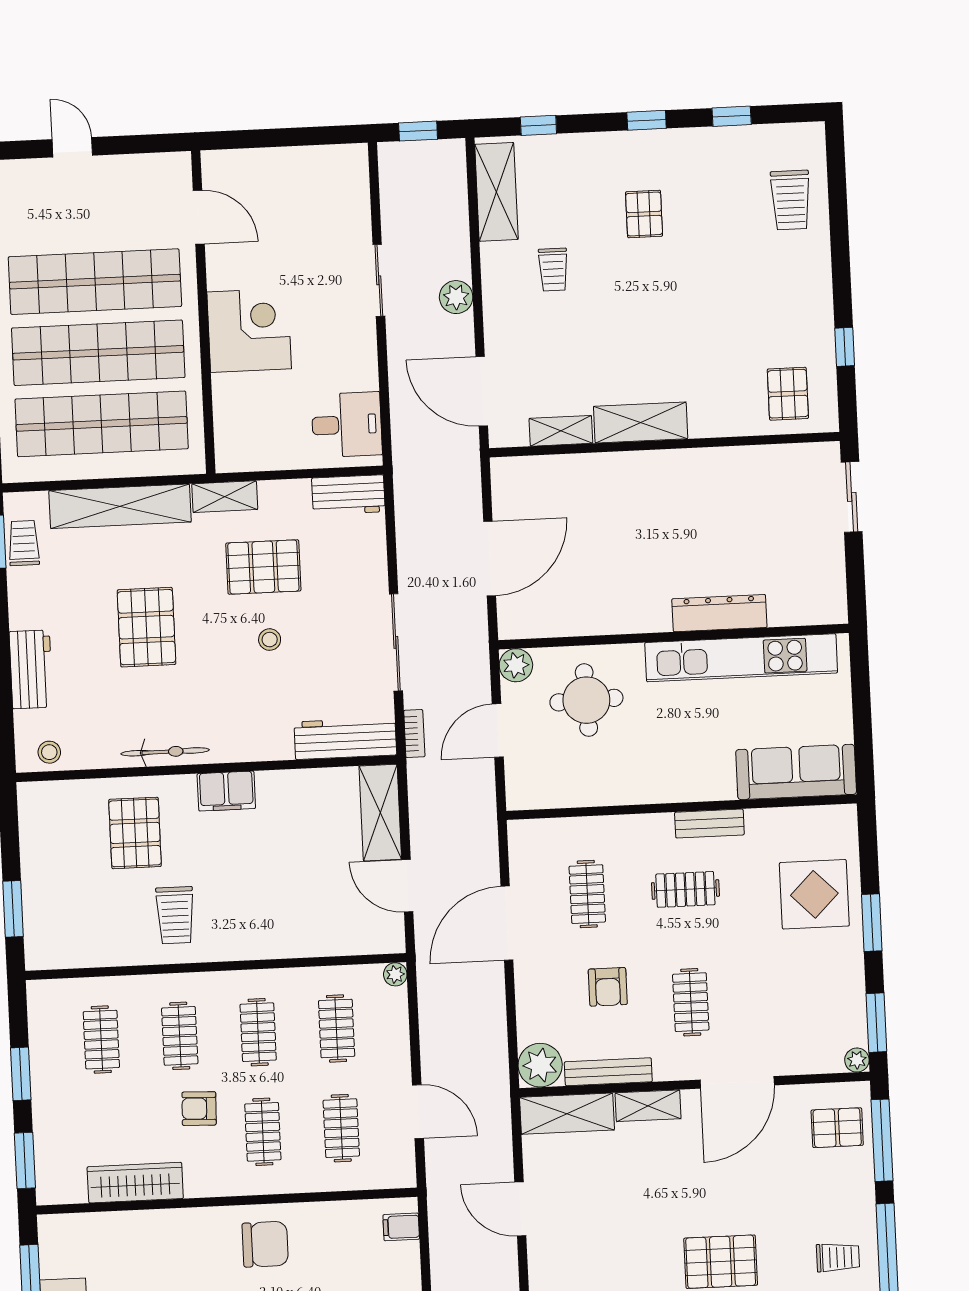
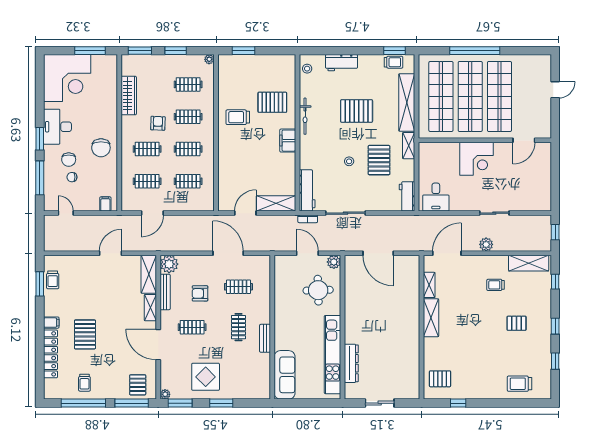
sliding door: (852, 497) -> (380, 403), moved
dresser: (719, 613) -> (351, 363), moved
display table: (814, 894) -> (206, 377), moved
plant: (395, 974) -> (209, 59), moved

